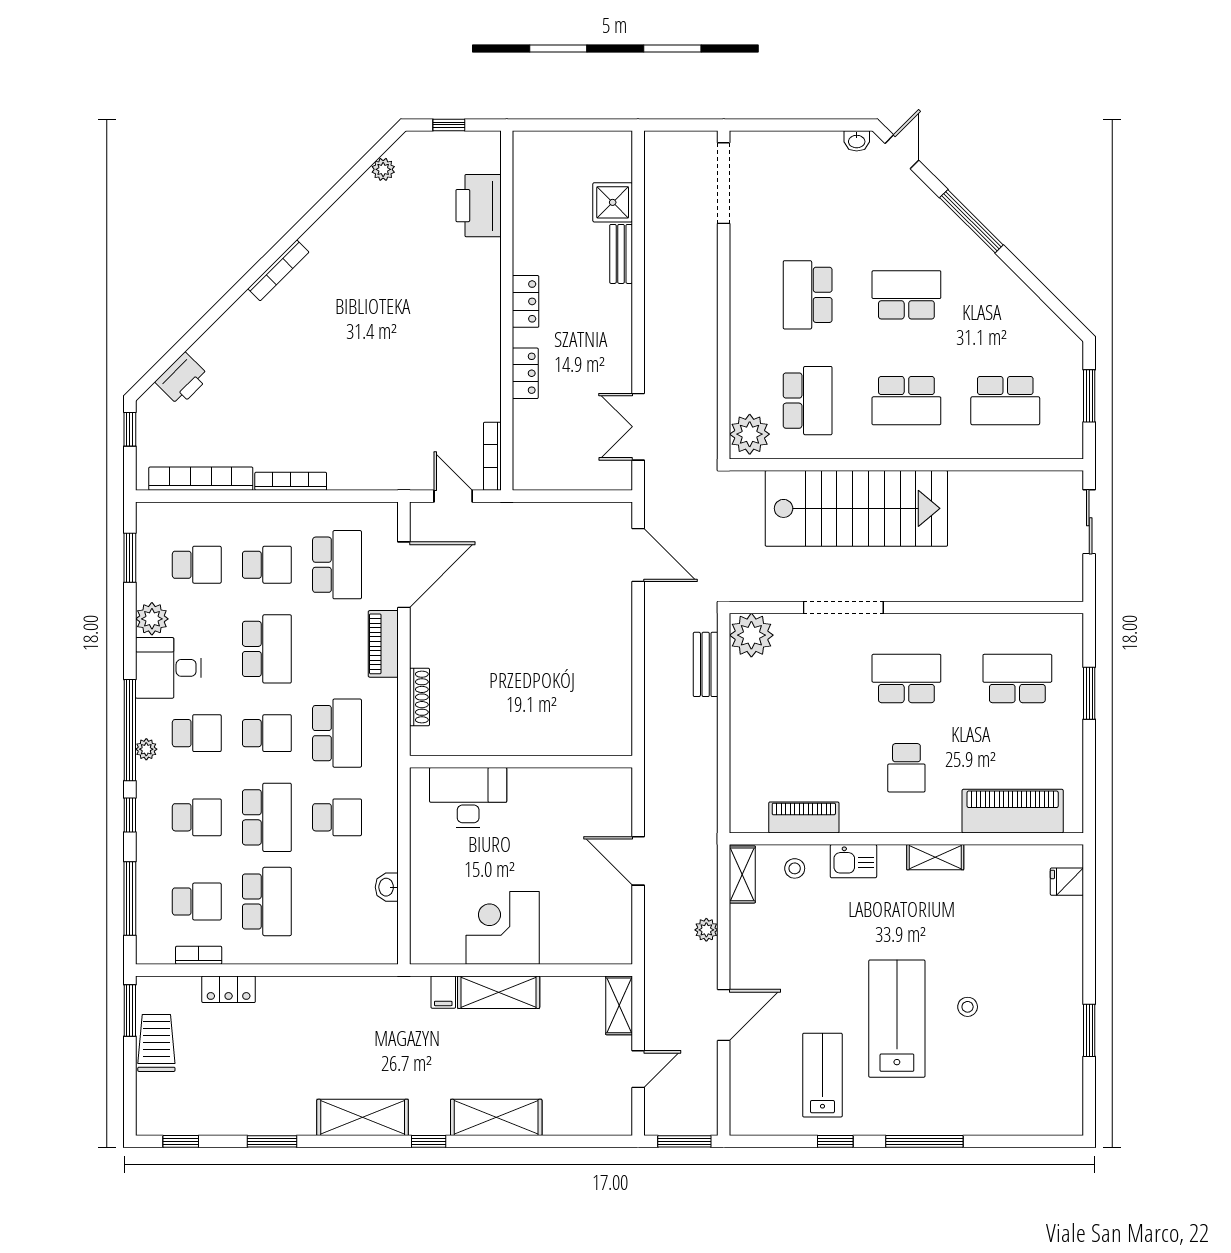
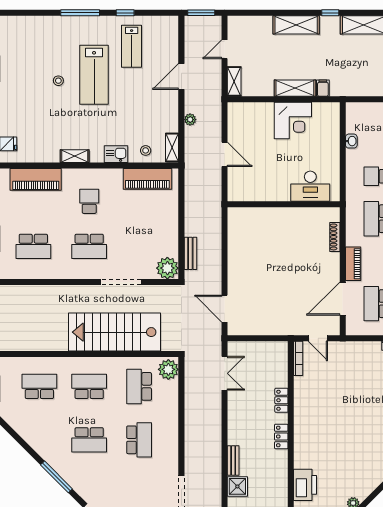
piano: (804, 817) -> (147, 179), width x1.37, depth x1.33

